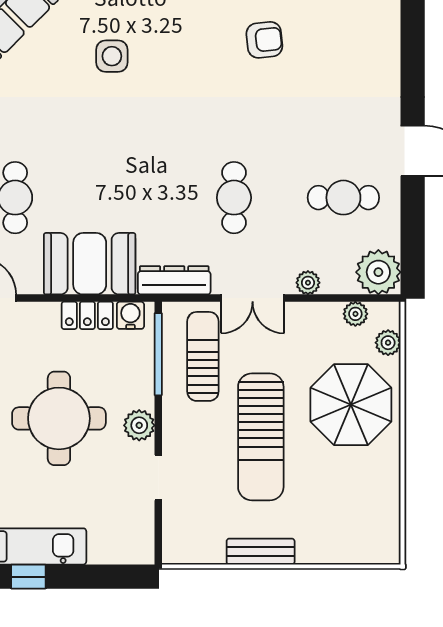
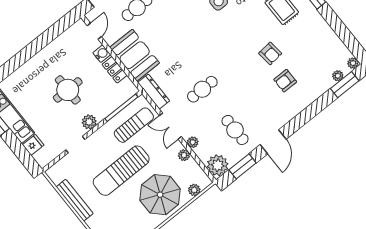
armchair: (328, 51) -> (285, 81), added
window: (413, 233) -> (243, 166), added
plant: (355, 314) -> (184, 155), moved
water cooler: (130, 315) -> (102, 54), moved
round table: (59, 418) -> (68, 90), width x0.73, depth x0.73
fridge: (103, 547) -> (33, 145), added
bench: (261, 552) -> (75, 200), width x1.36

